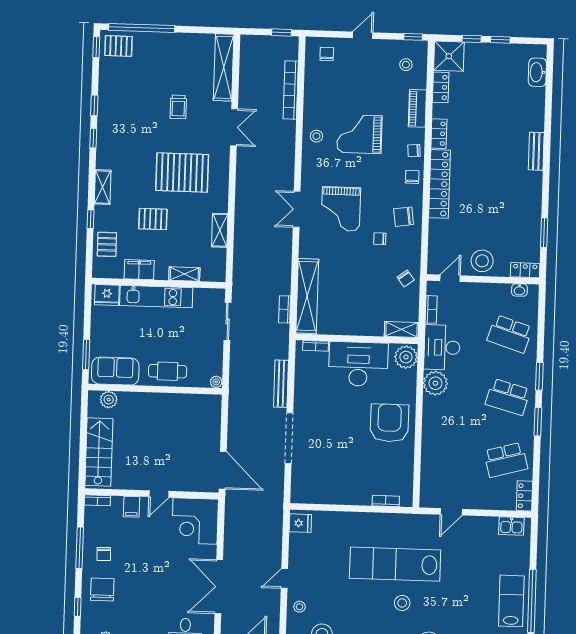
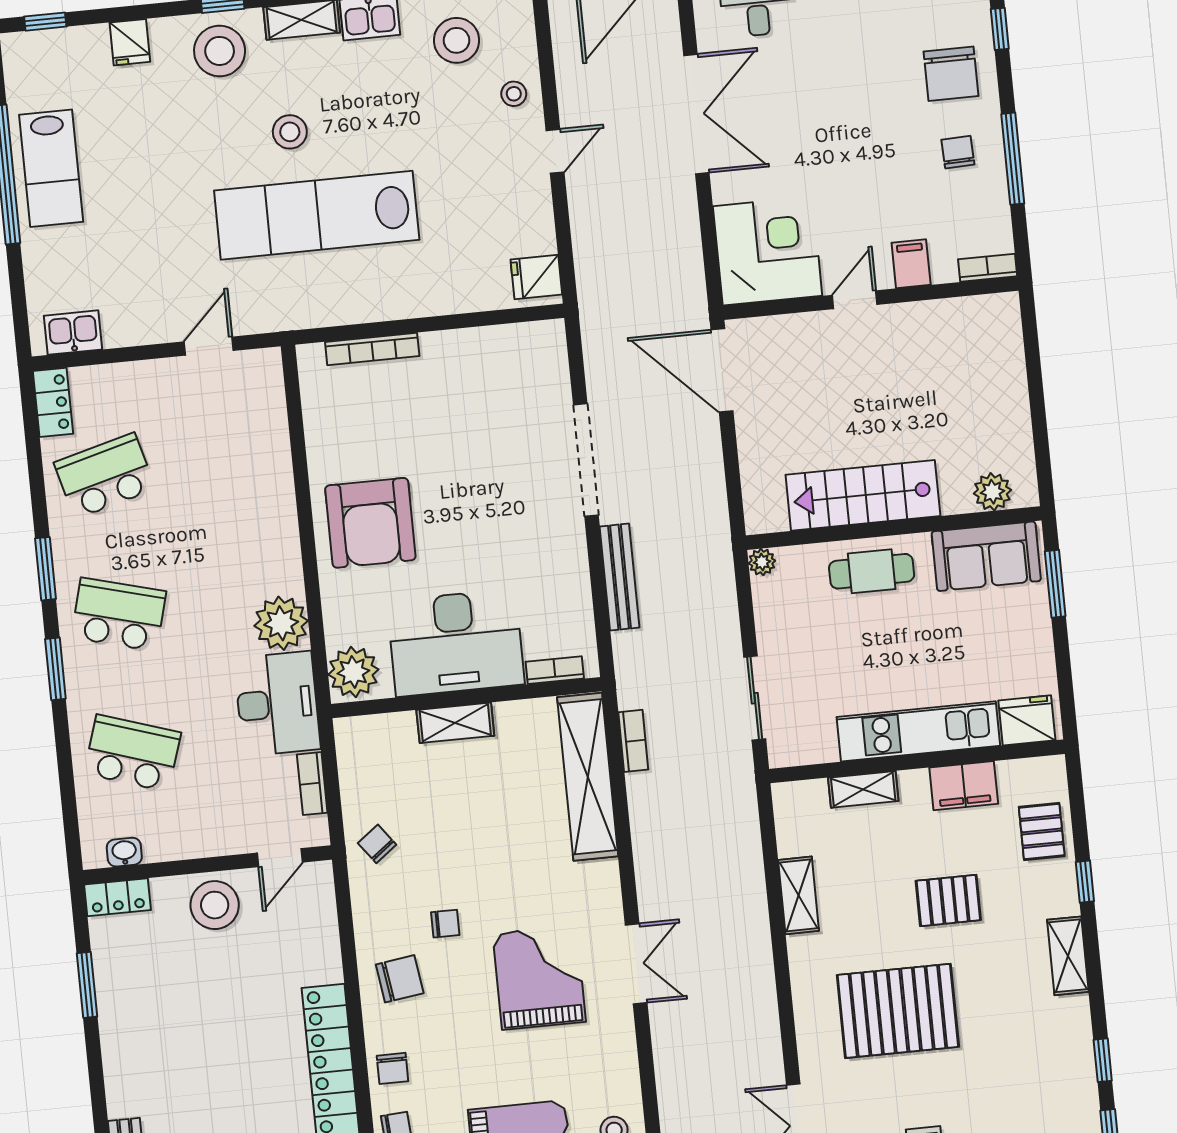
shelving: (402, 329) -> (455, 723), moved
stairs: (99, 452) -> (863, 495), moved, turned 90
bookcase: (386, 501) -> (372, 349), width x1.56
lab bench: (395, 564) -> (317, 215), turned 180

